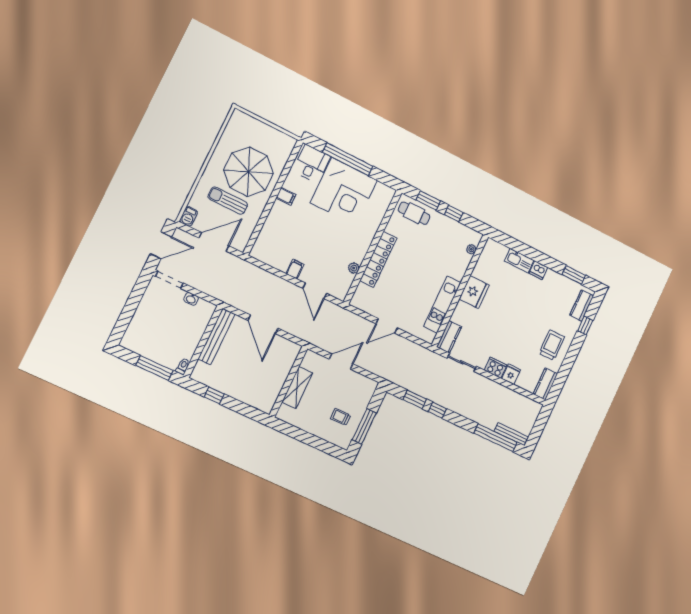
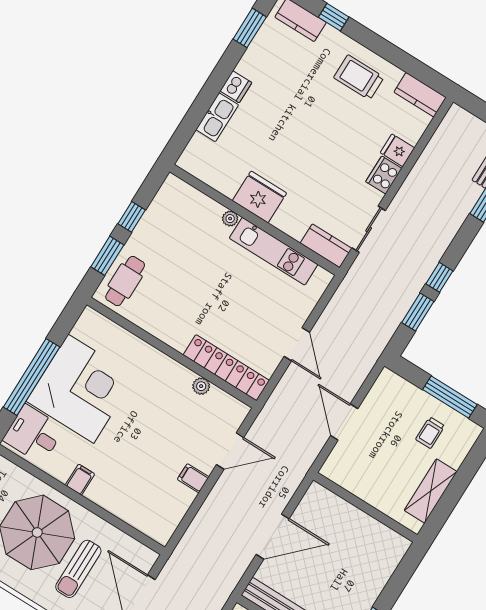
plant: (471, 249) -> (230, 219), moved
locker: (378, 259) -> (226, 368), moved
shelving: (297, 388) -> (431, 491), moved, turned 90

